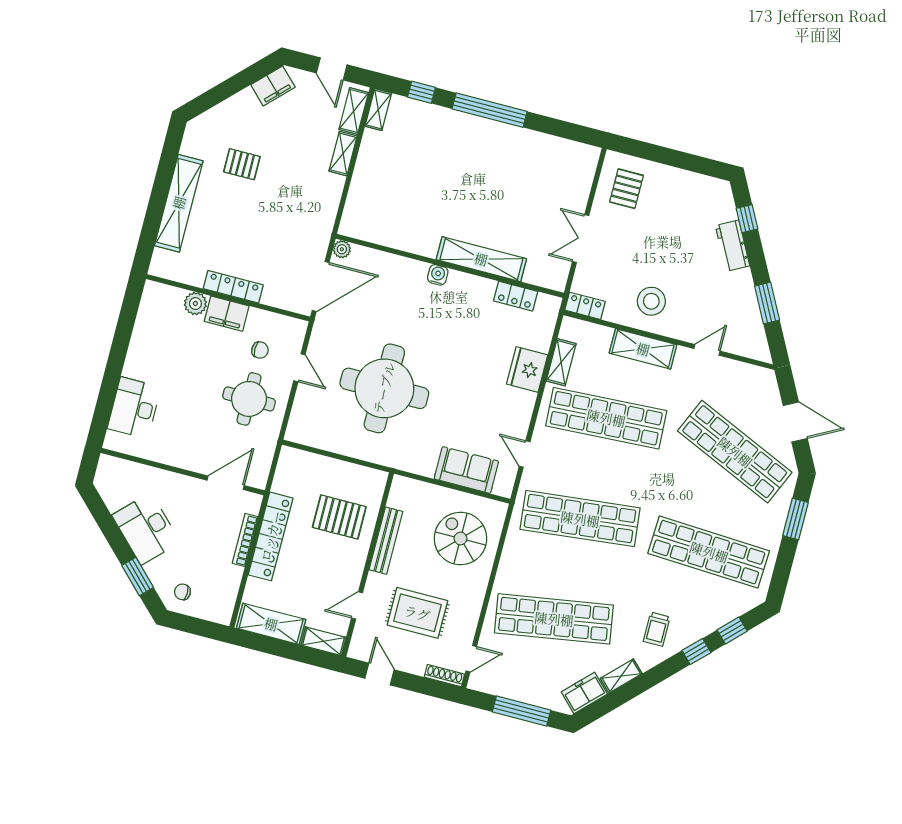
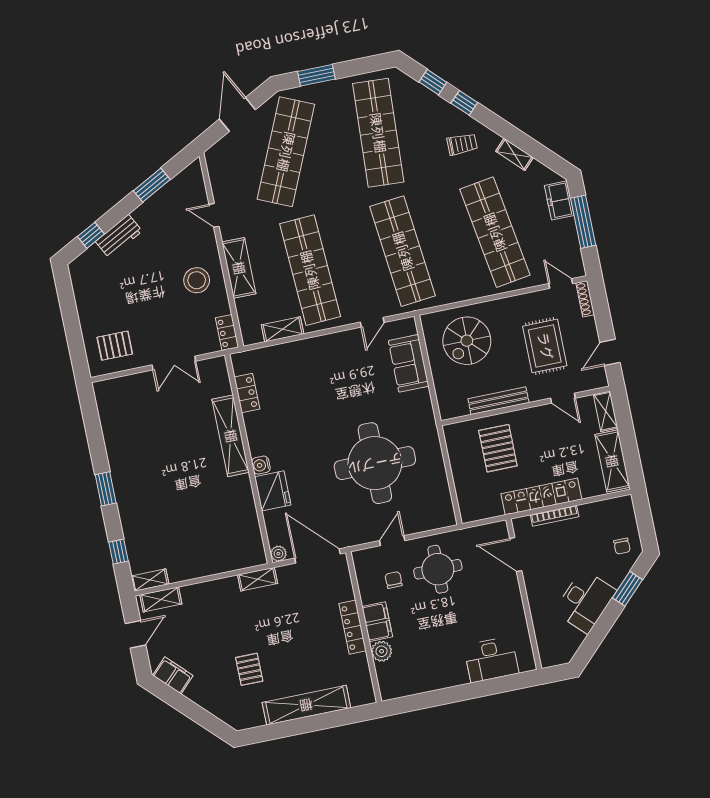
window: (490, 110) -> (106, 489), width x0.47
shelving: (343, 154) -> (258, 579), moved
fridge: (527, 369) -> (273, 491), moved, turned -90
freezer: (584, 693) -> (559, 200), moved, turned 45

